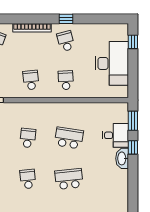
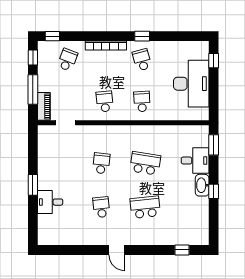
window: (133, 147) -> (214, 191), moved

